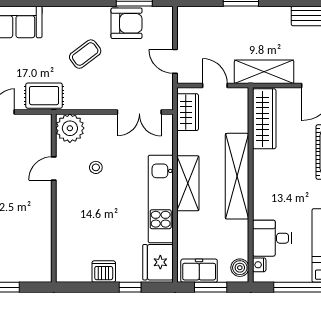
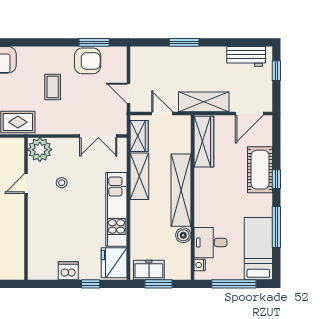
coffee table: (85, 54) -> (53, 87), turned -53
shelving: (188, 183) -> (139, 176), moved
boiler: (240, 268) -> (183, 235), moved

